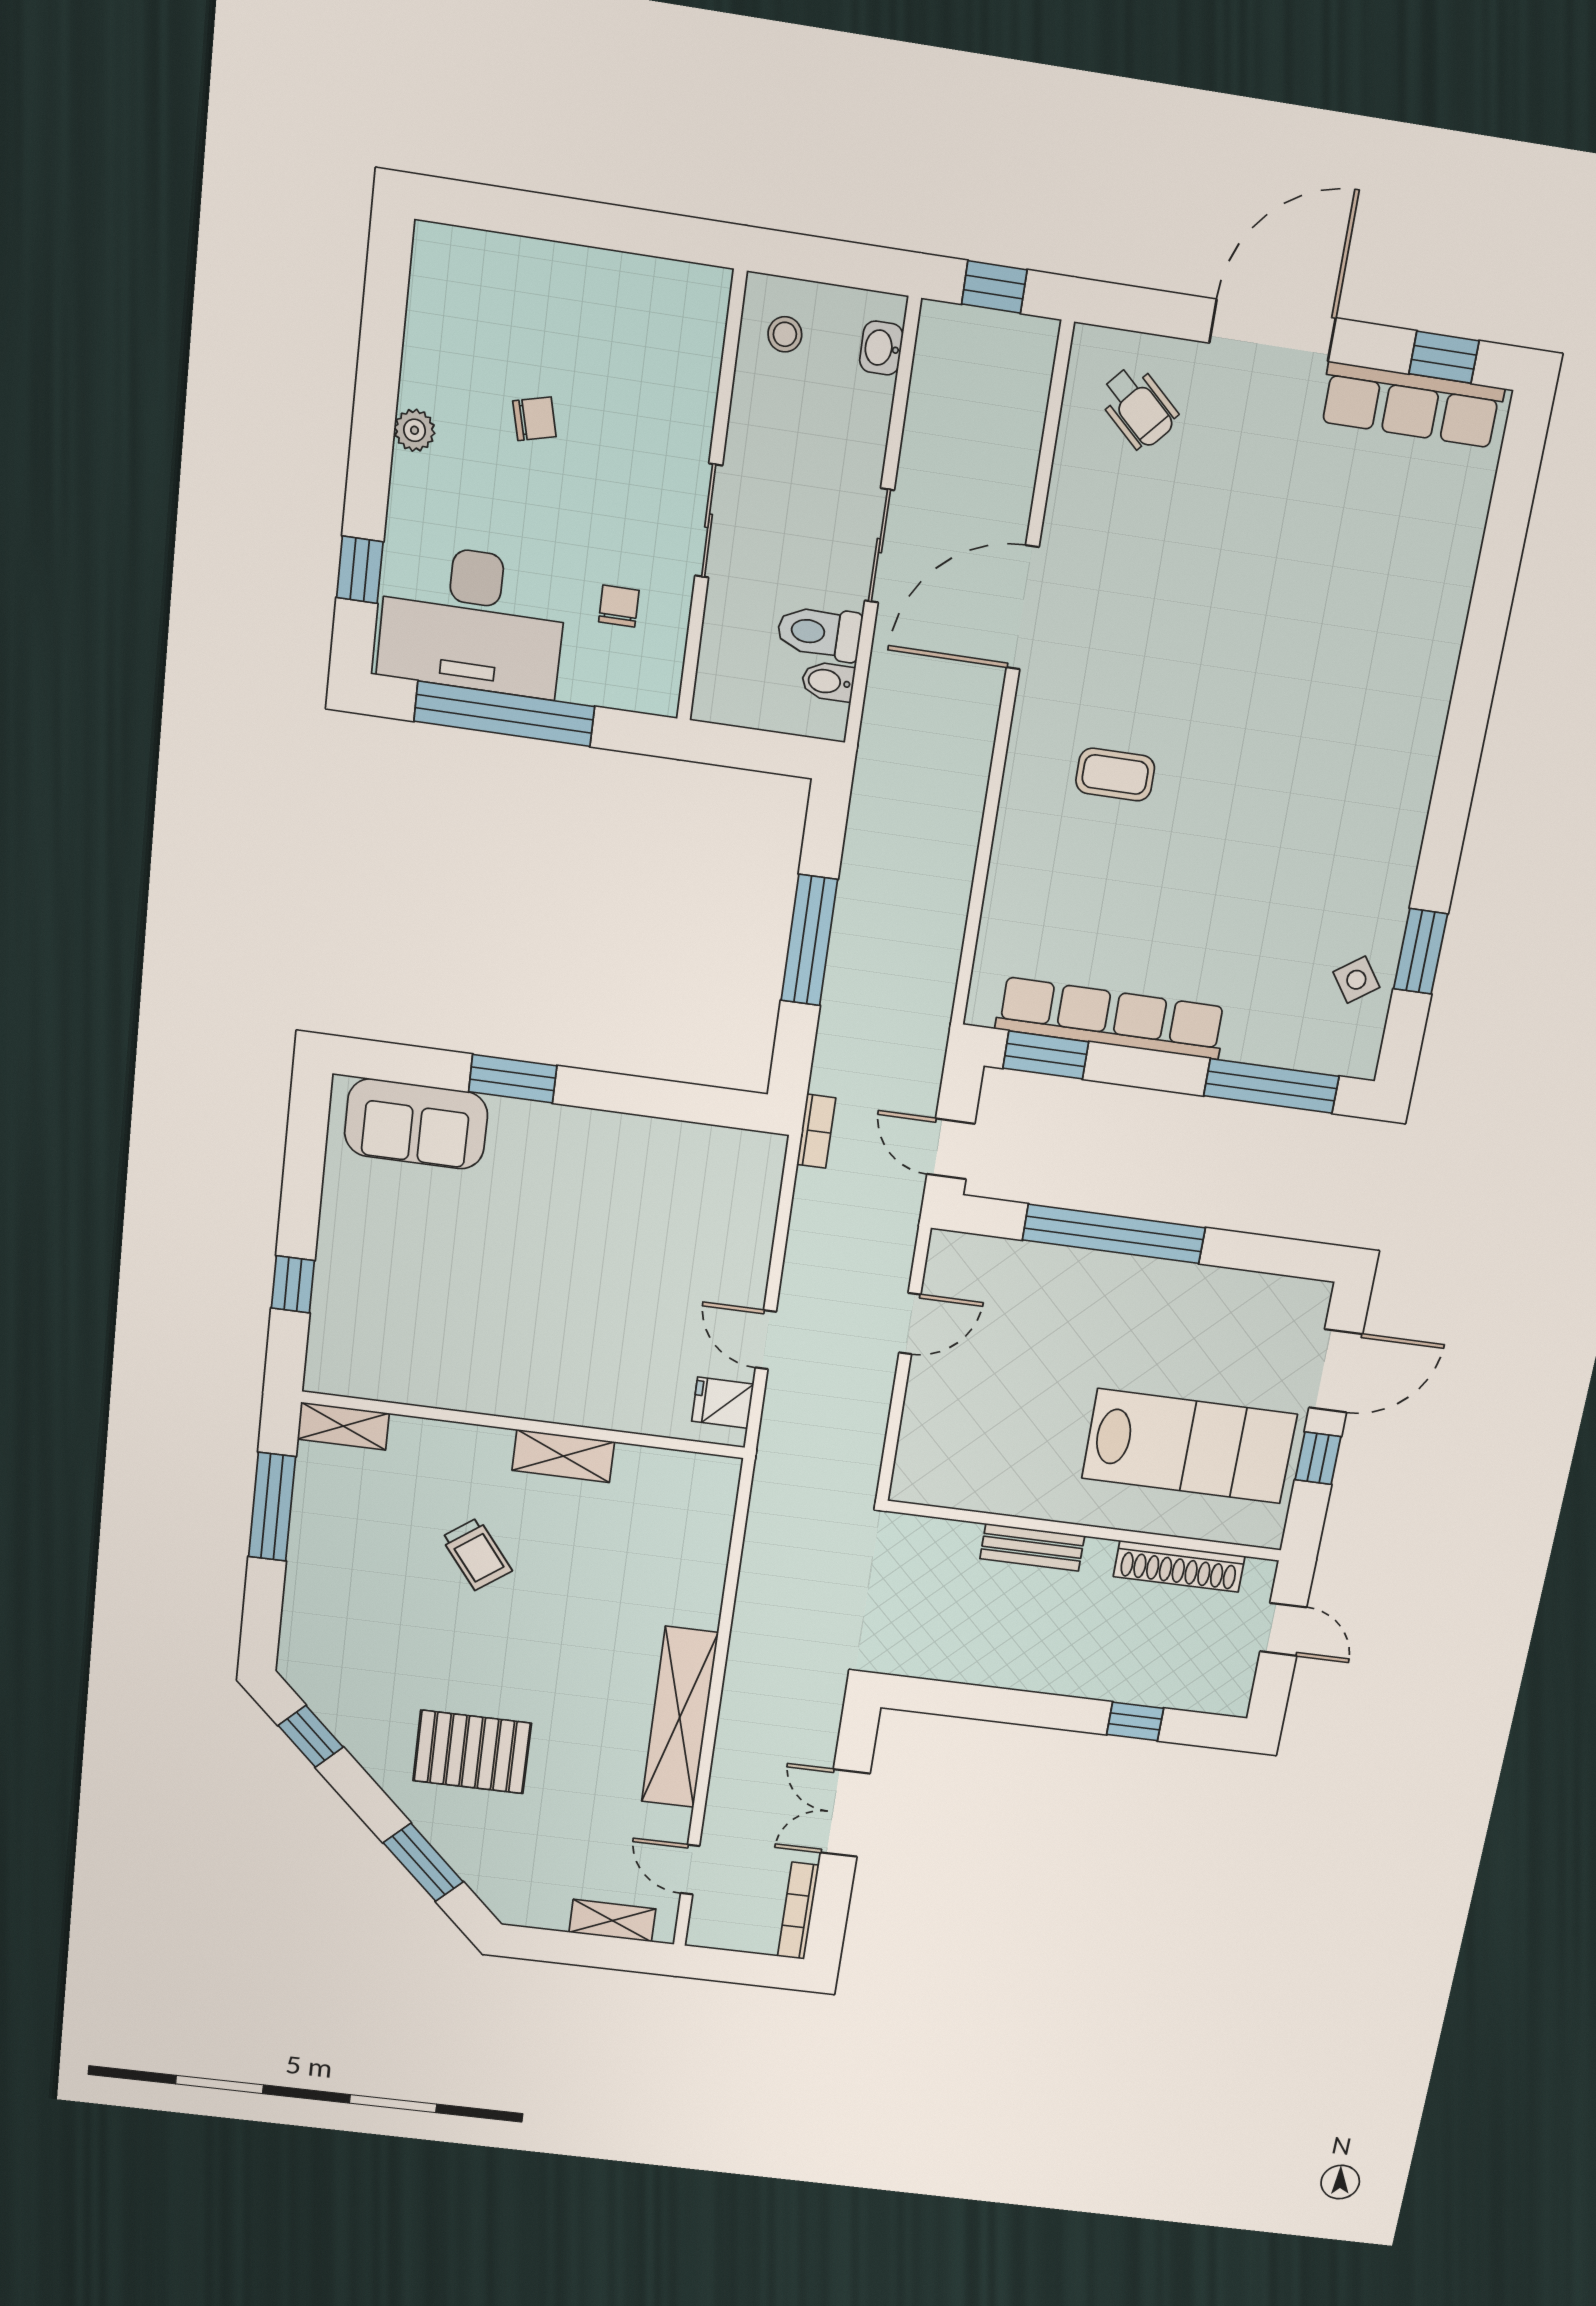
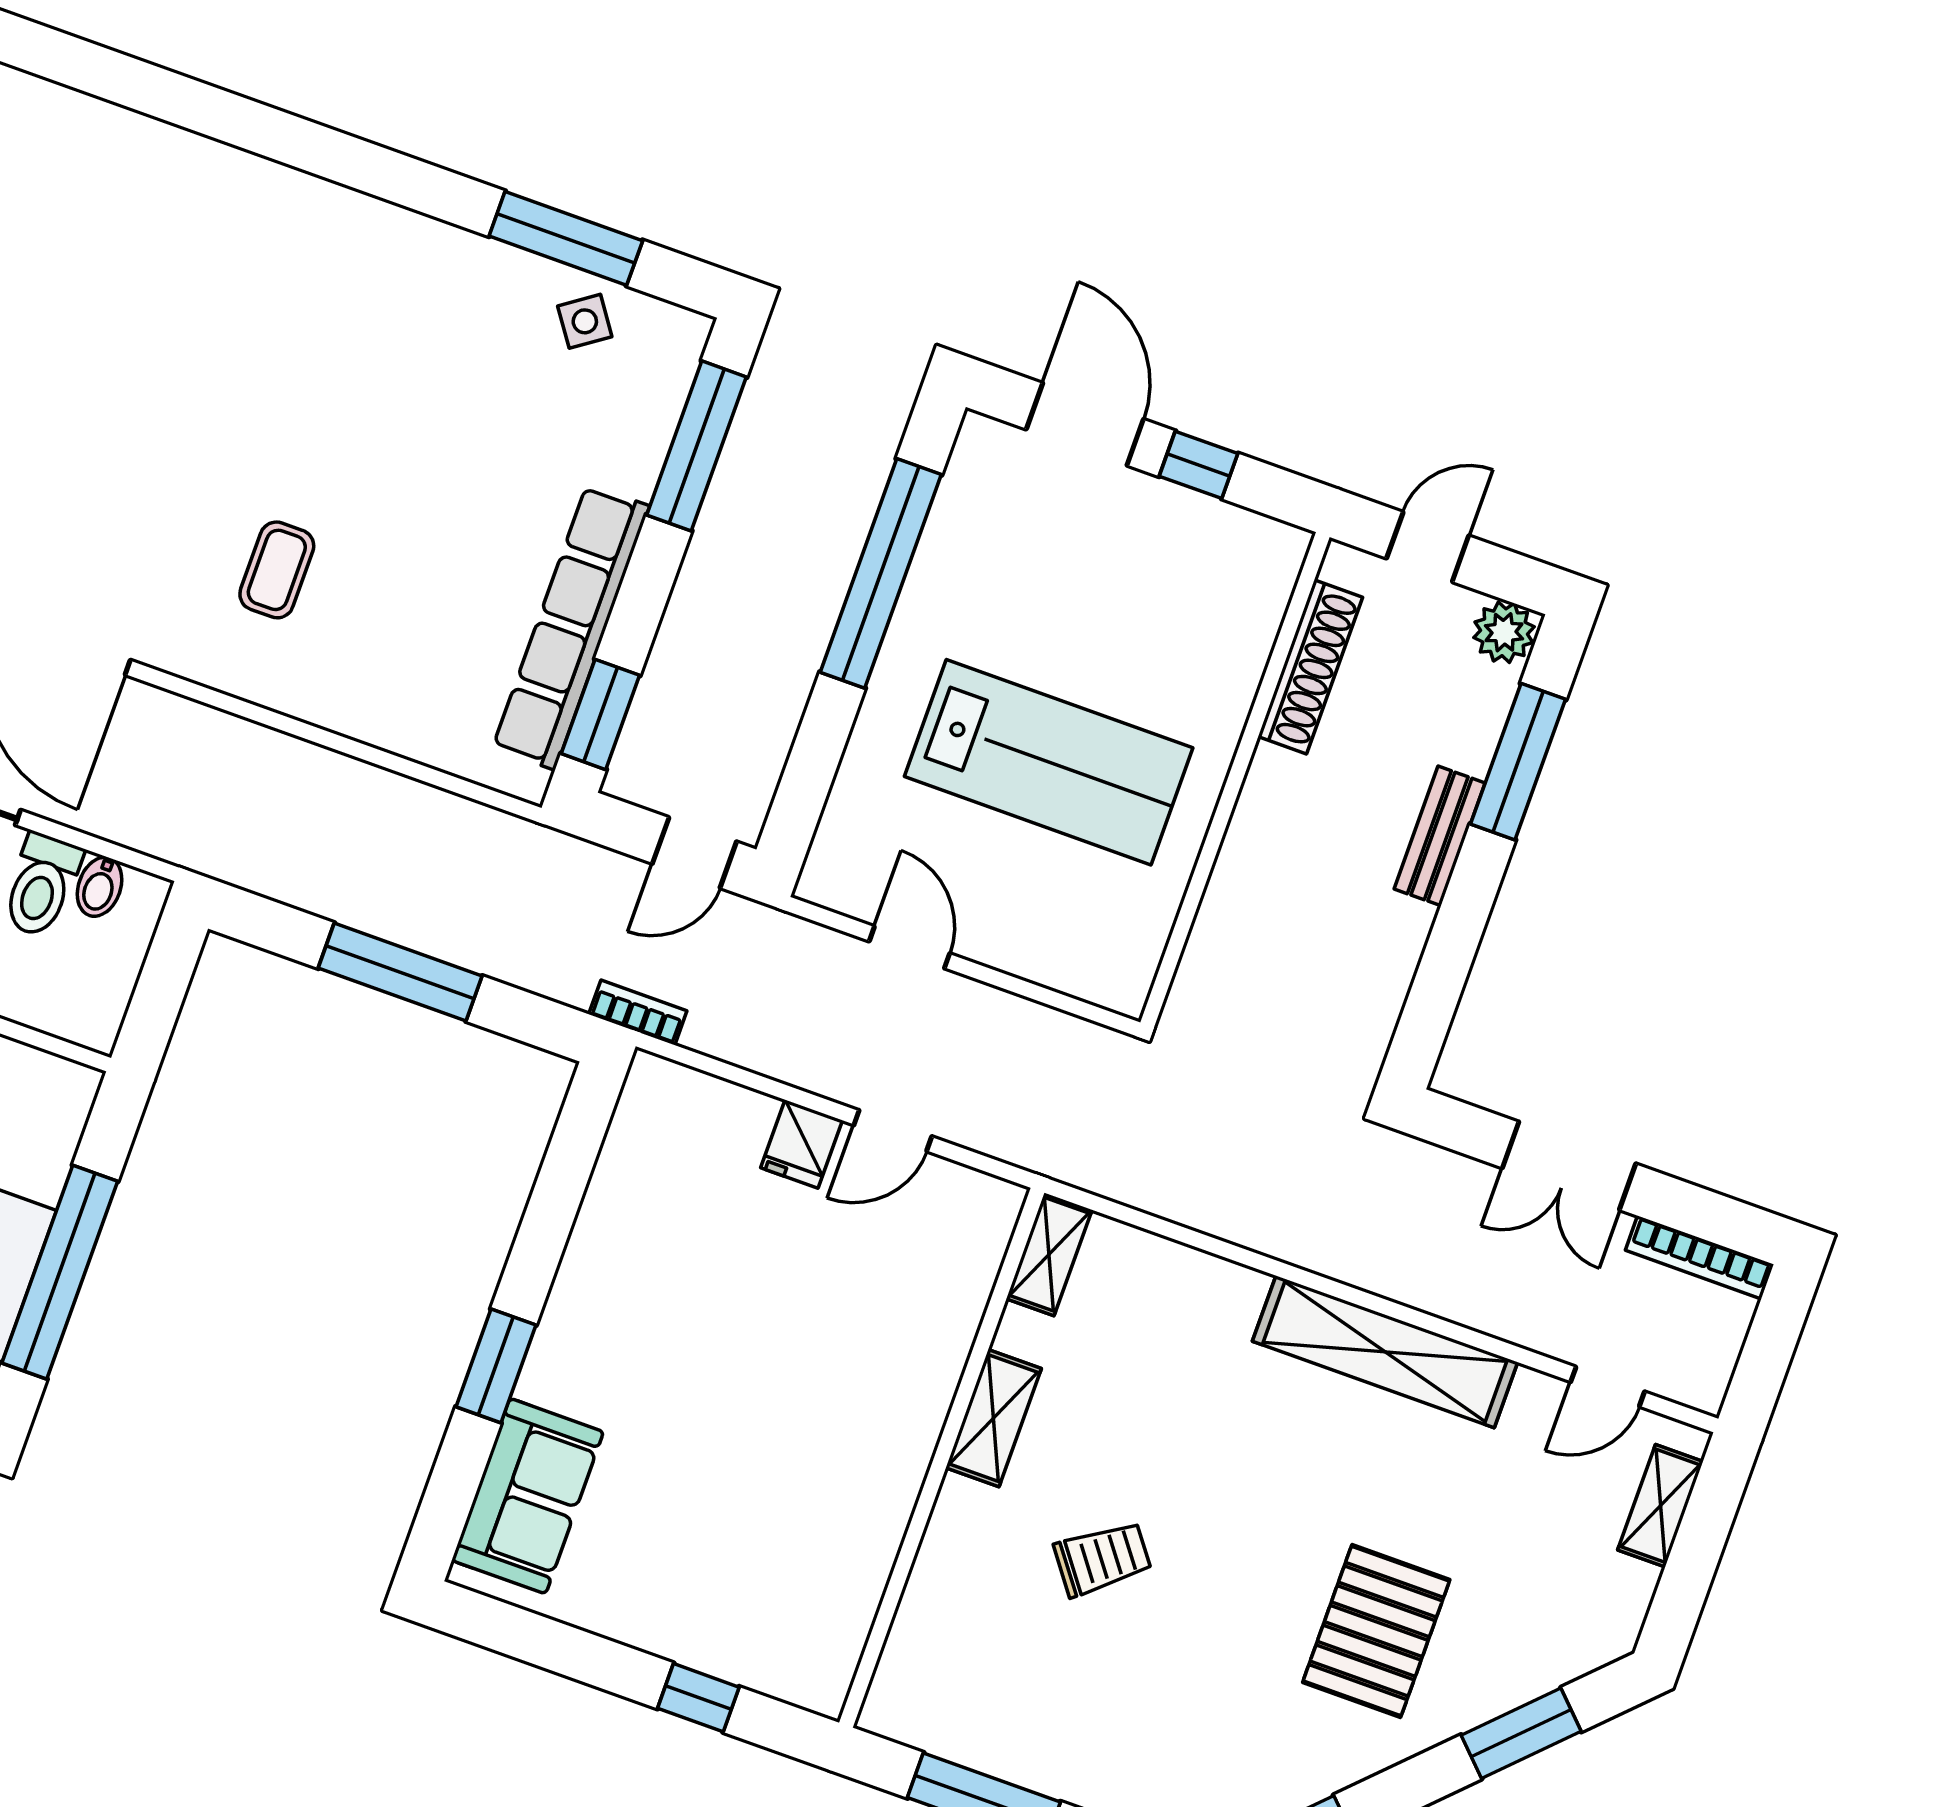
window: (1421, 951) -> (566, 238), width x1.44
window: (1114, 1234) -> (881, 573), moved
fridge: (723, 1403) -> (802, 1144), moved
shelving: (343, 1426) -> (1049, 1254), moved
lab bench: (1189, 1446) -> (1049, 762), moved, turned 90
bench: (1032, 1547) -> (1440, 836), moved
plant: (1229, 1693) -> (1504, 632), added
window: (1135, 1721) -> (1518, 762), width x2.17

